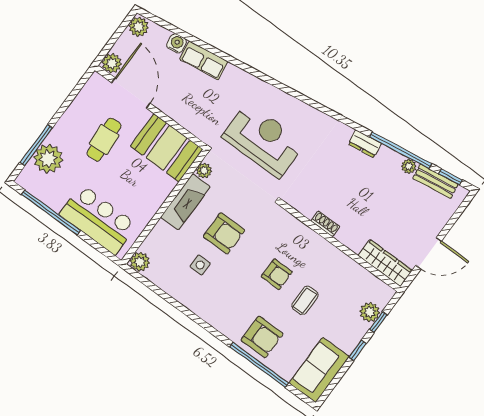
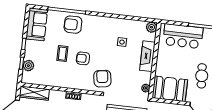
fireplace: (185, 202) -> (147, 56), moved
armchair: (224, 233) -> (102, 79), moved, turned 81

